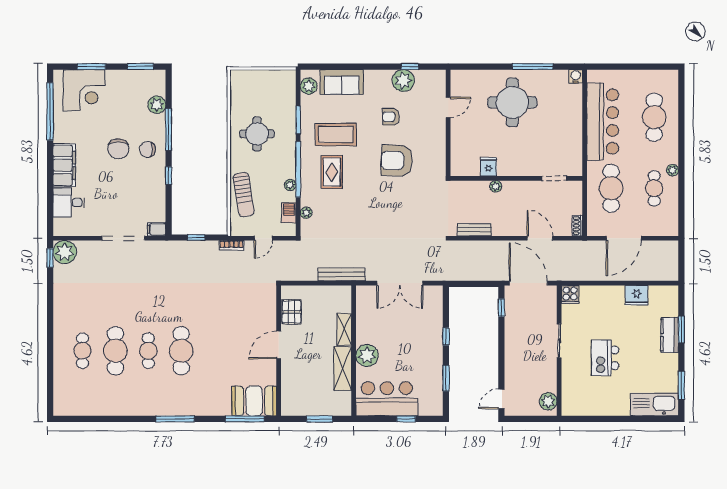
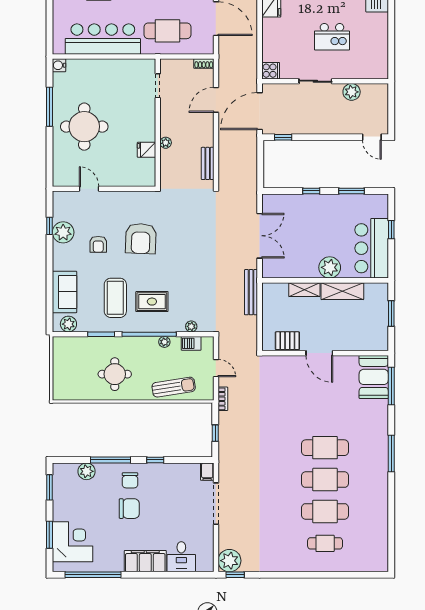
cafe table: (148, 351) -> (325, 480), width x1.37, depth x1.35
plant: (548, 401) -> (352, 92), moved

